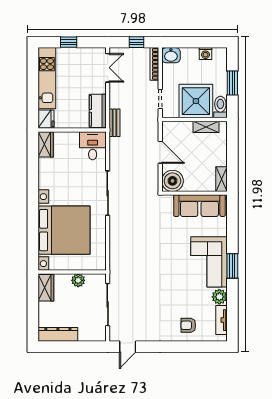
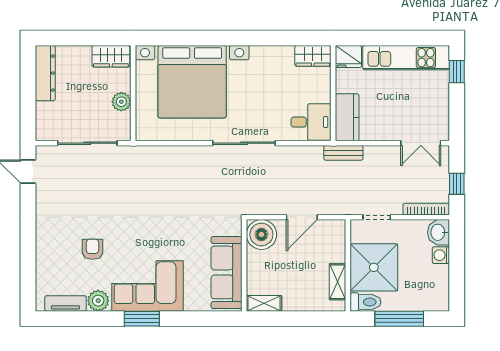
window: (69, 42) -> (457, 72), moved
washing machine: (205, 53) -> (441, 255), moved
window: (232, 83) -> (399, 319), width x1.44
kitchen counter: (98, 111) -> (347, 117), moved, turned 90
armchair: (188, 325) -> (93, 249), moved

